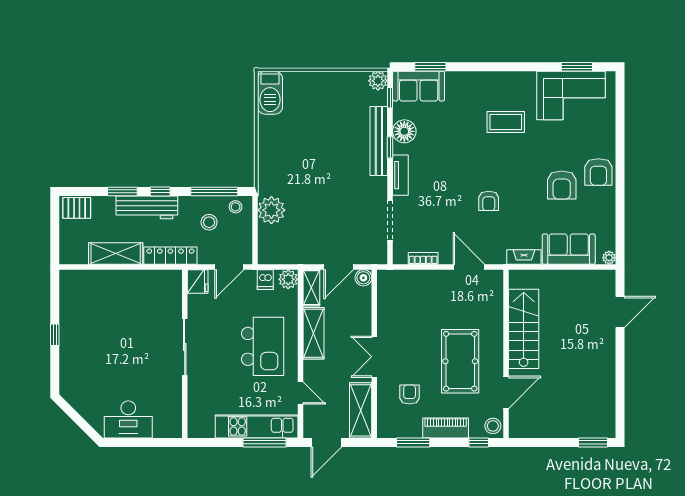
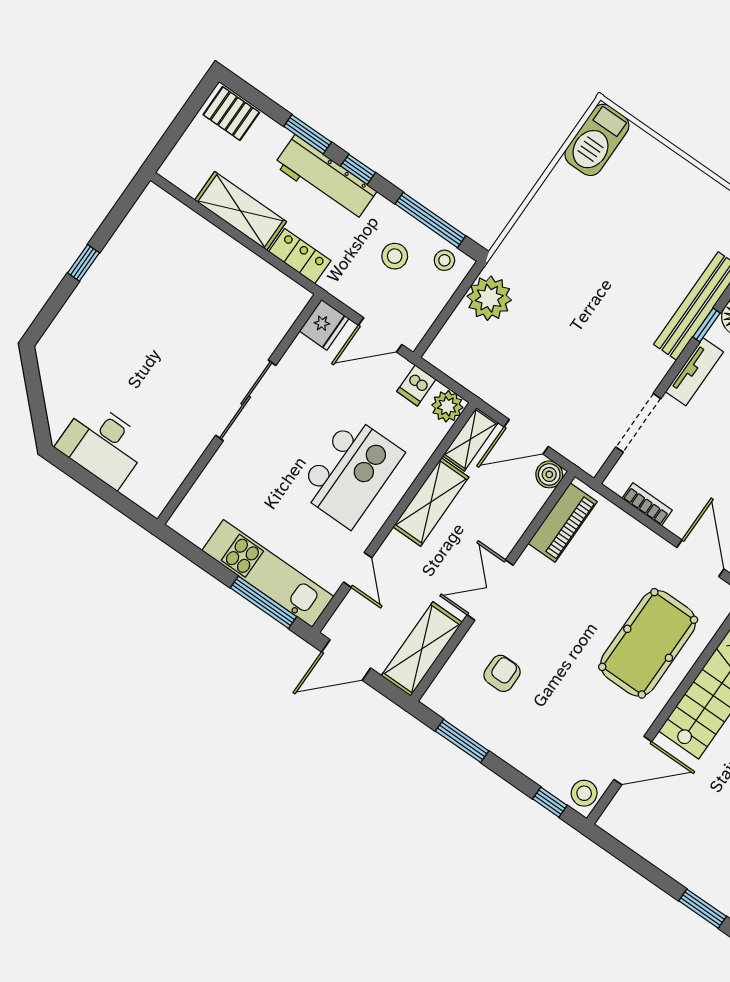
locker: (170, 256) -> (300, 256), width x0.66
pool table: (460, 361) -> (648, 643), moved
piano: (446, 428) -> (563, 523), moved, turned 90

